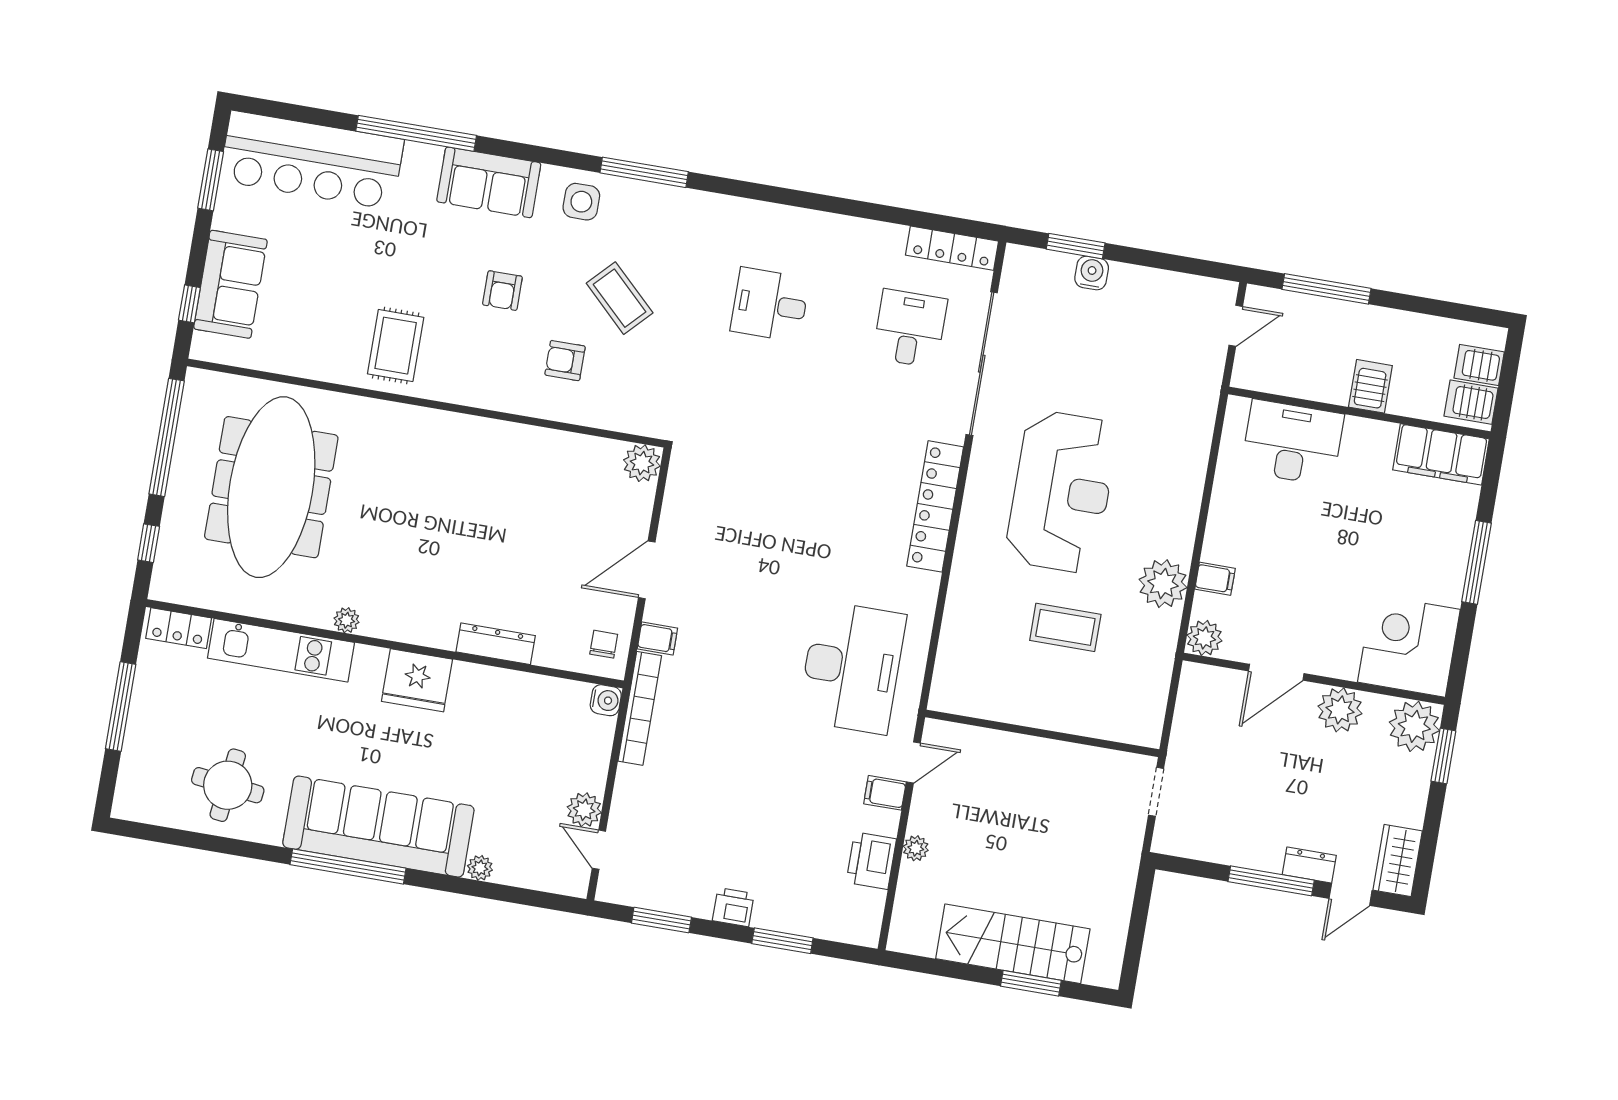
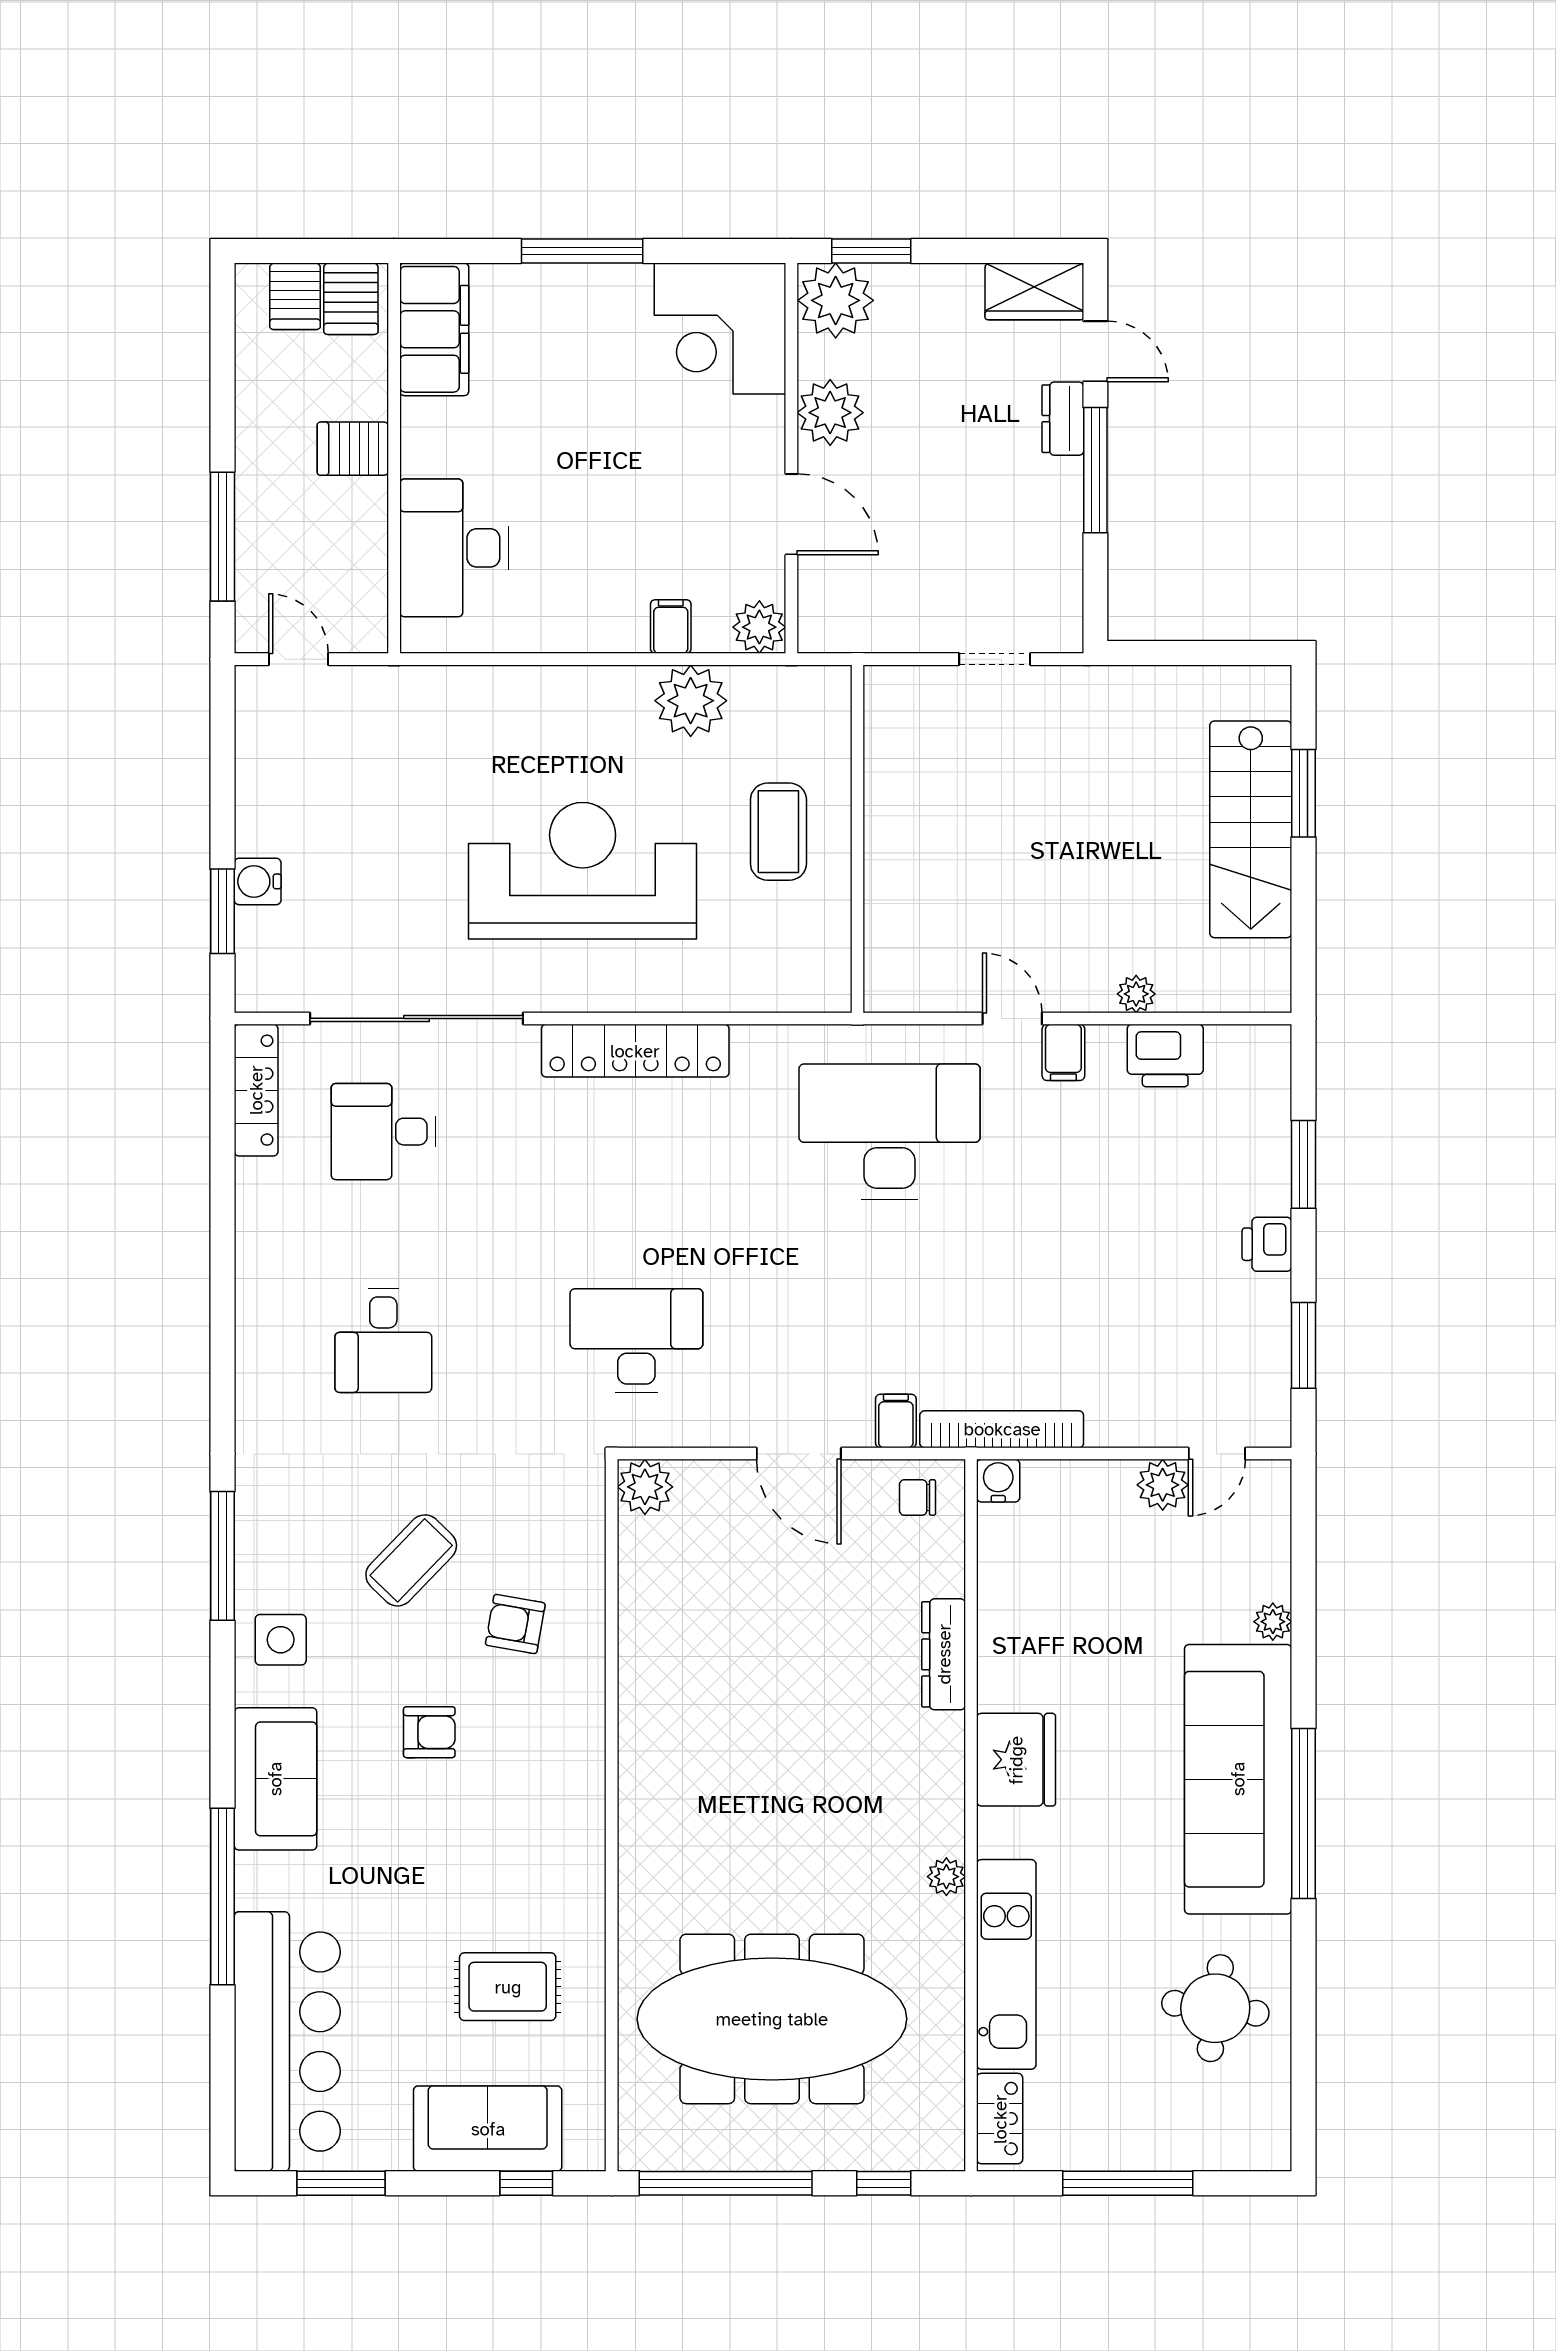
rug: (396, 346) -> (508, 1987), moved
armchair: (565, 361) -> (515, 1624), turned 100
desk: (741, 474) -> (636, 1341), added
wall: (1042, 733) -> (858, 839), moved

